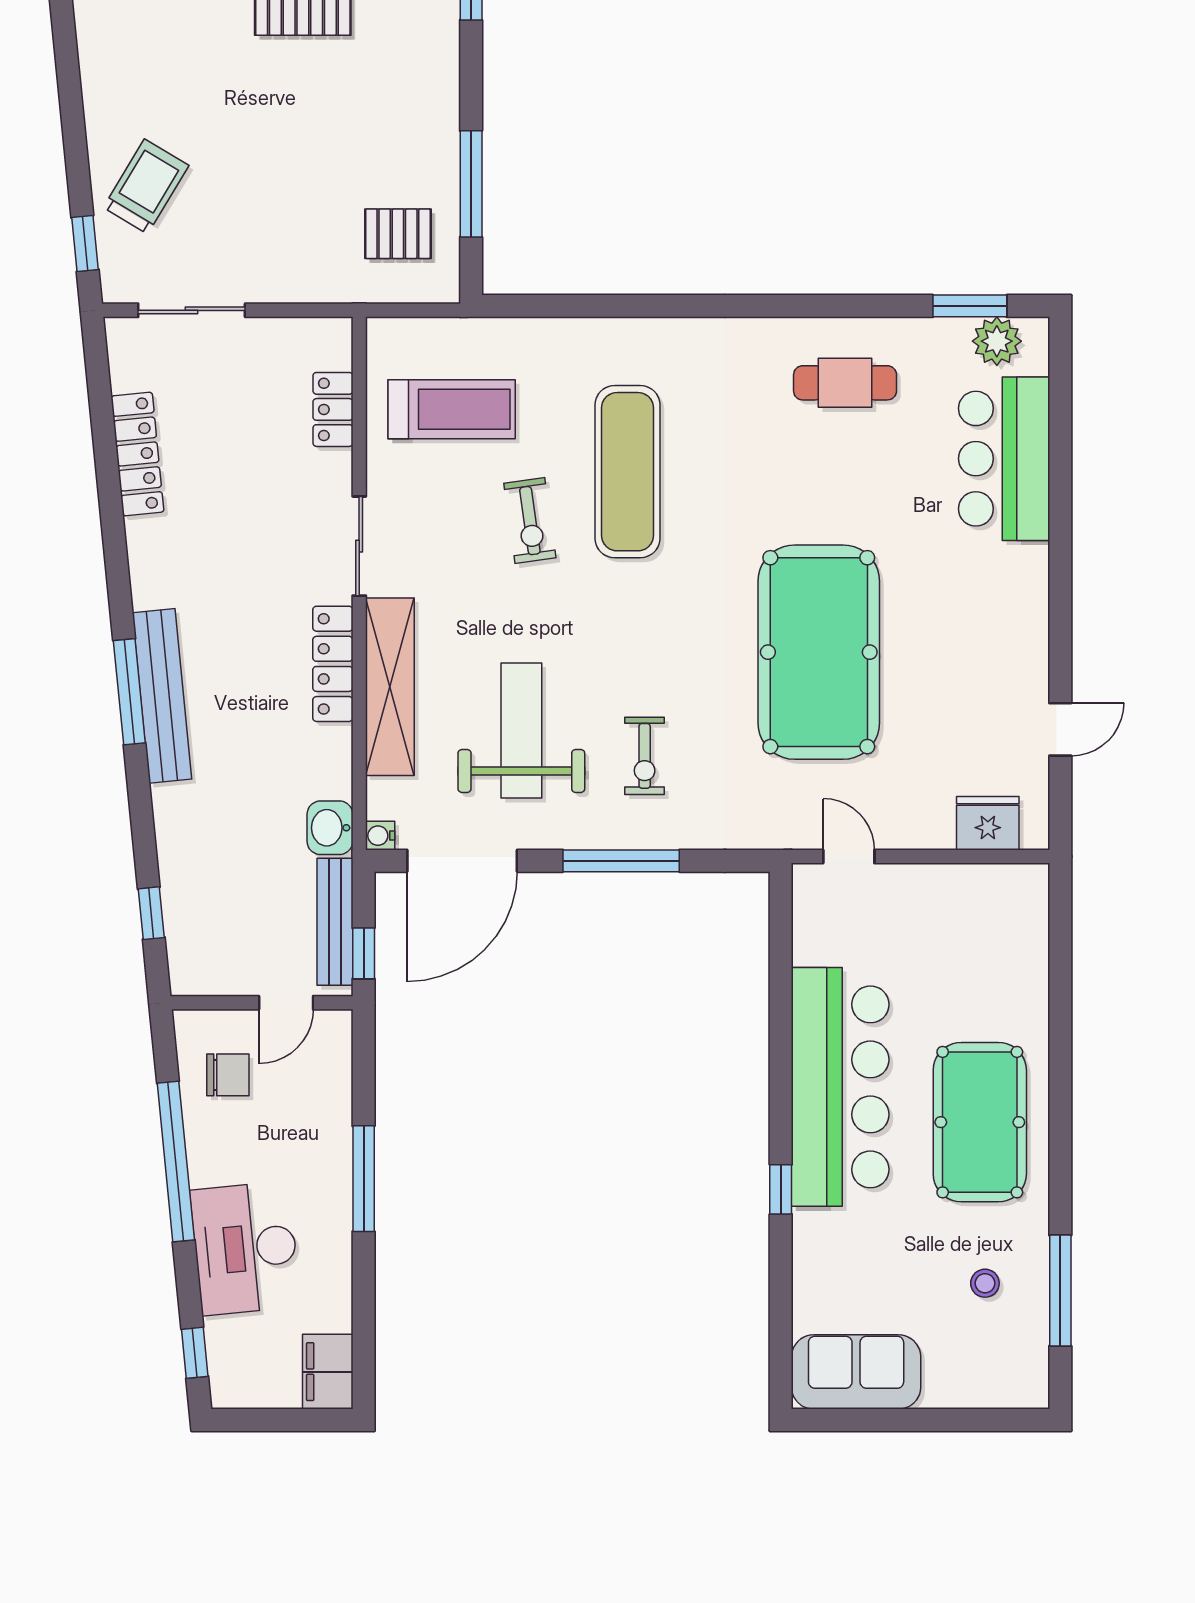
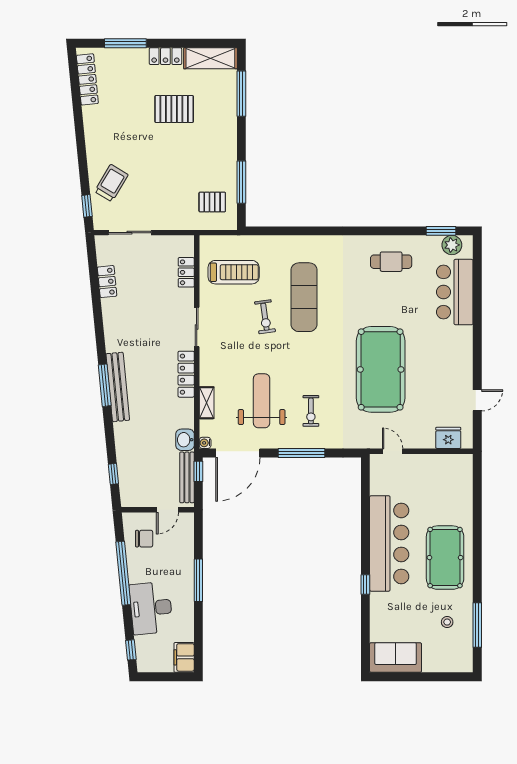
locker: (137, 454) -> (107, 282), width x0.66
shelving: (390, 687) -> (207, 403), width x0.45, depth x0.75
window: (364, 953) -> (198, 471), moved

